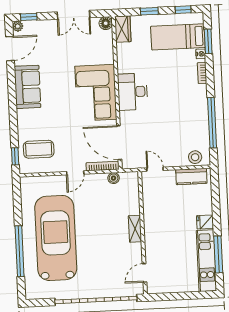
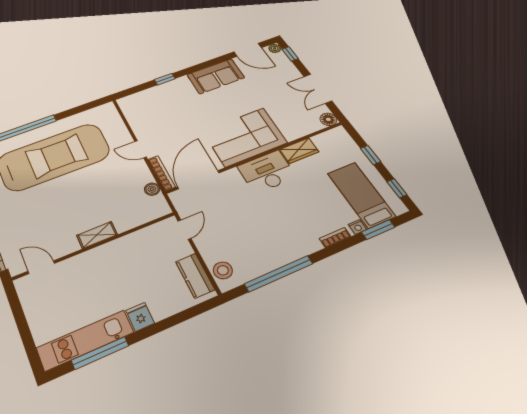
wardrobe: (123, 29) -> (299, 151), moved
coffee table: (39, 149) -> (152, 107), removed
window: (15, 156) -> (165, 79), moved

